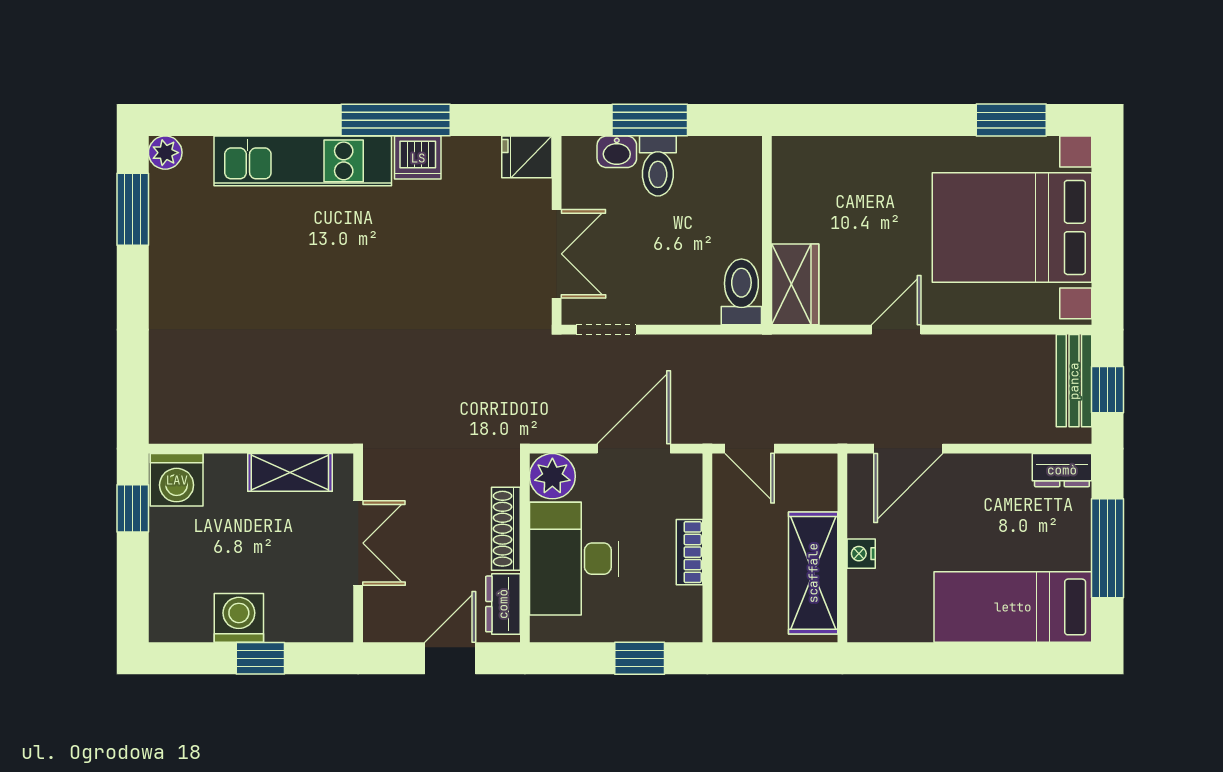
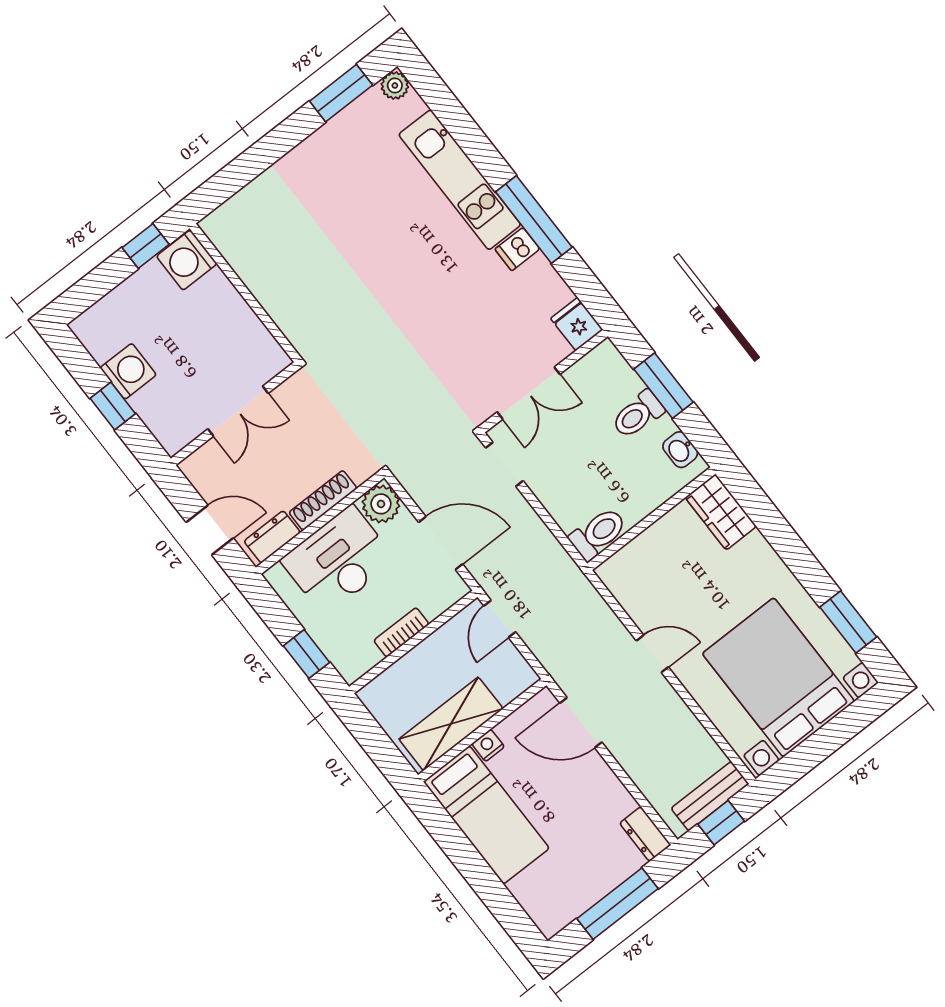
washbasin: (617, 152) -> (680, 450), moved
dishwasher: (418, 158) -> (517, 249), width x0.73
wardrobe: (795, 284) -> (721, 512), moved, turned 90
shelving: (290, 472) -> (249, 330), removed
bed: (1013, 607) -> (486, 815), moved, turned 180

